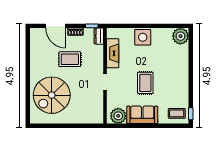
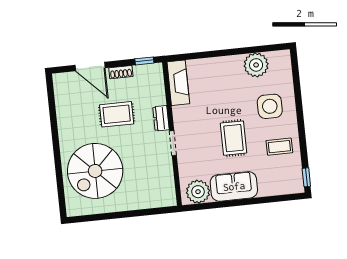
dresser: (99, 36) -> (161, 118), moved
plant: (180, 36) -> (256, 65), moved
side table: (143, 37) -> (270, 106), moved
fireplace: (113, 53) -> (178, 83), moved
coffee table: (177, 113) -> (279, 147), moved

